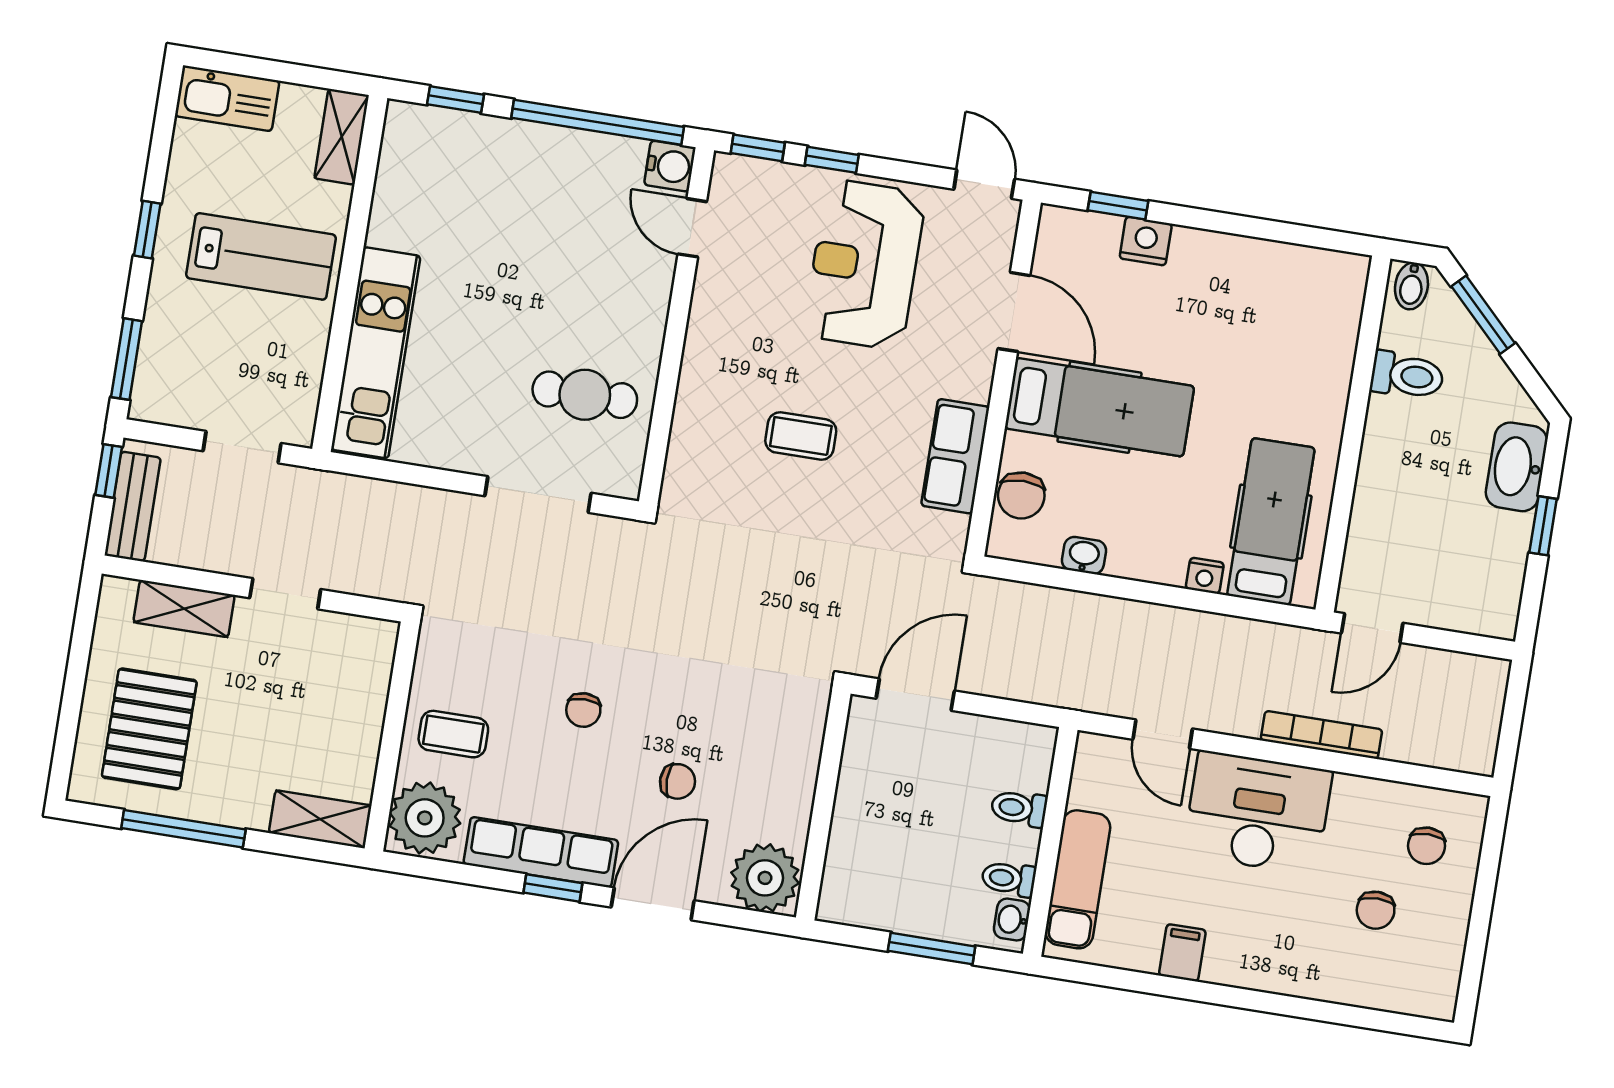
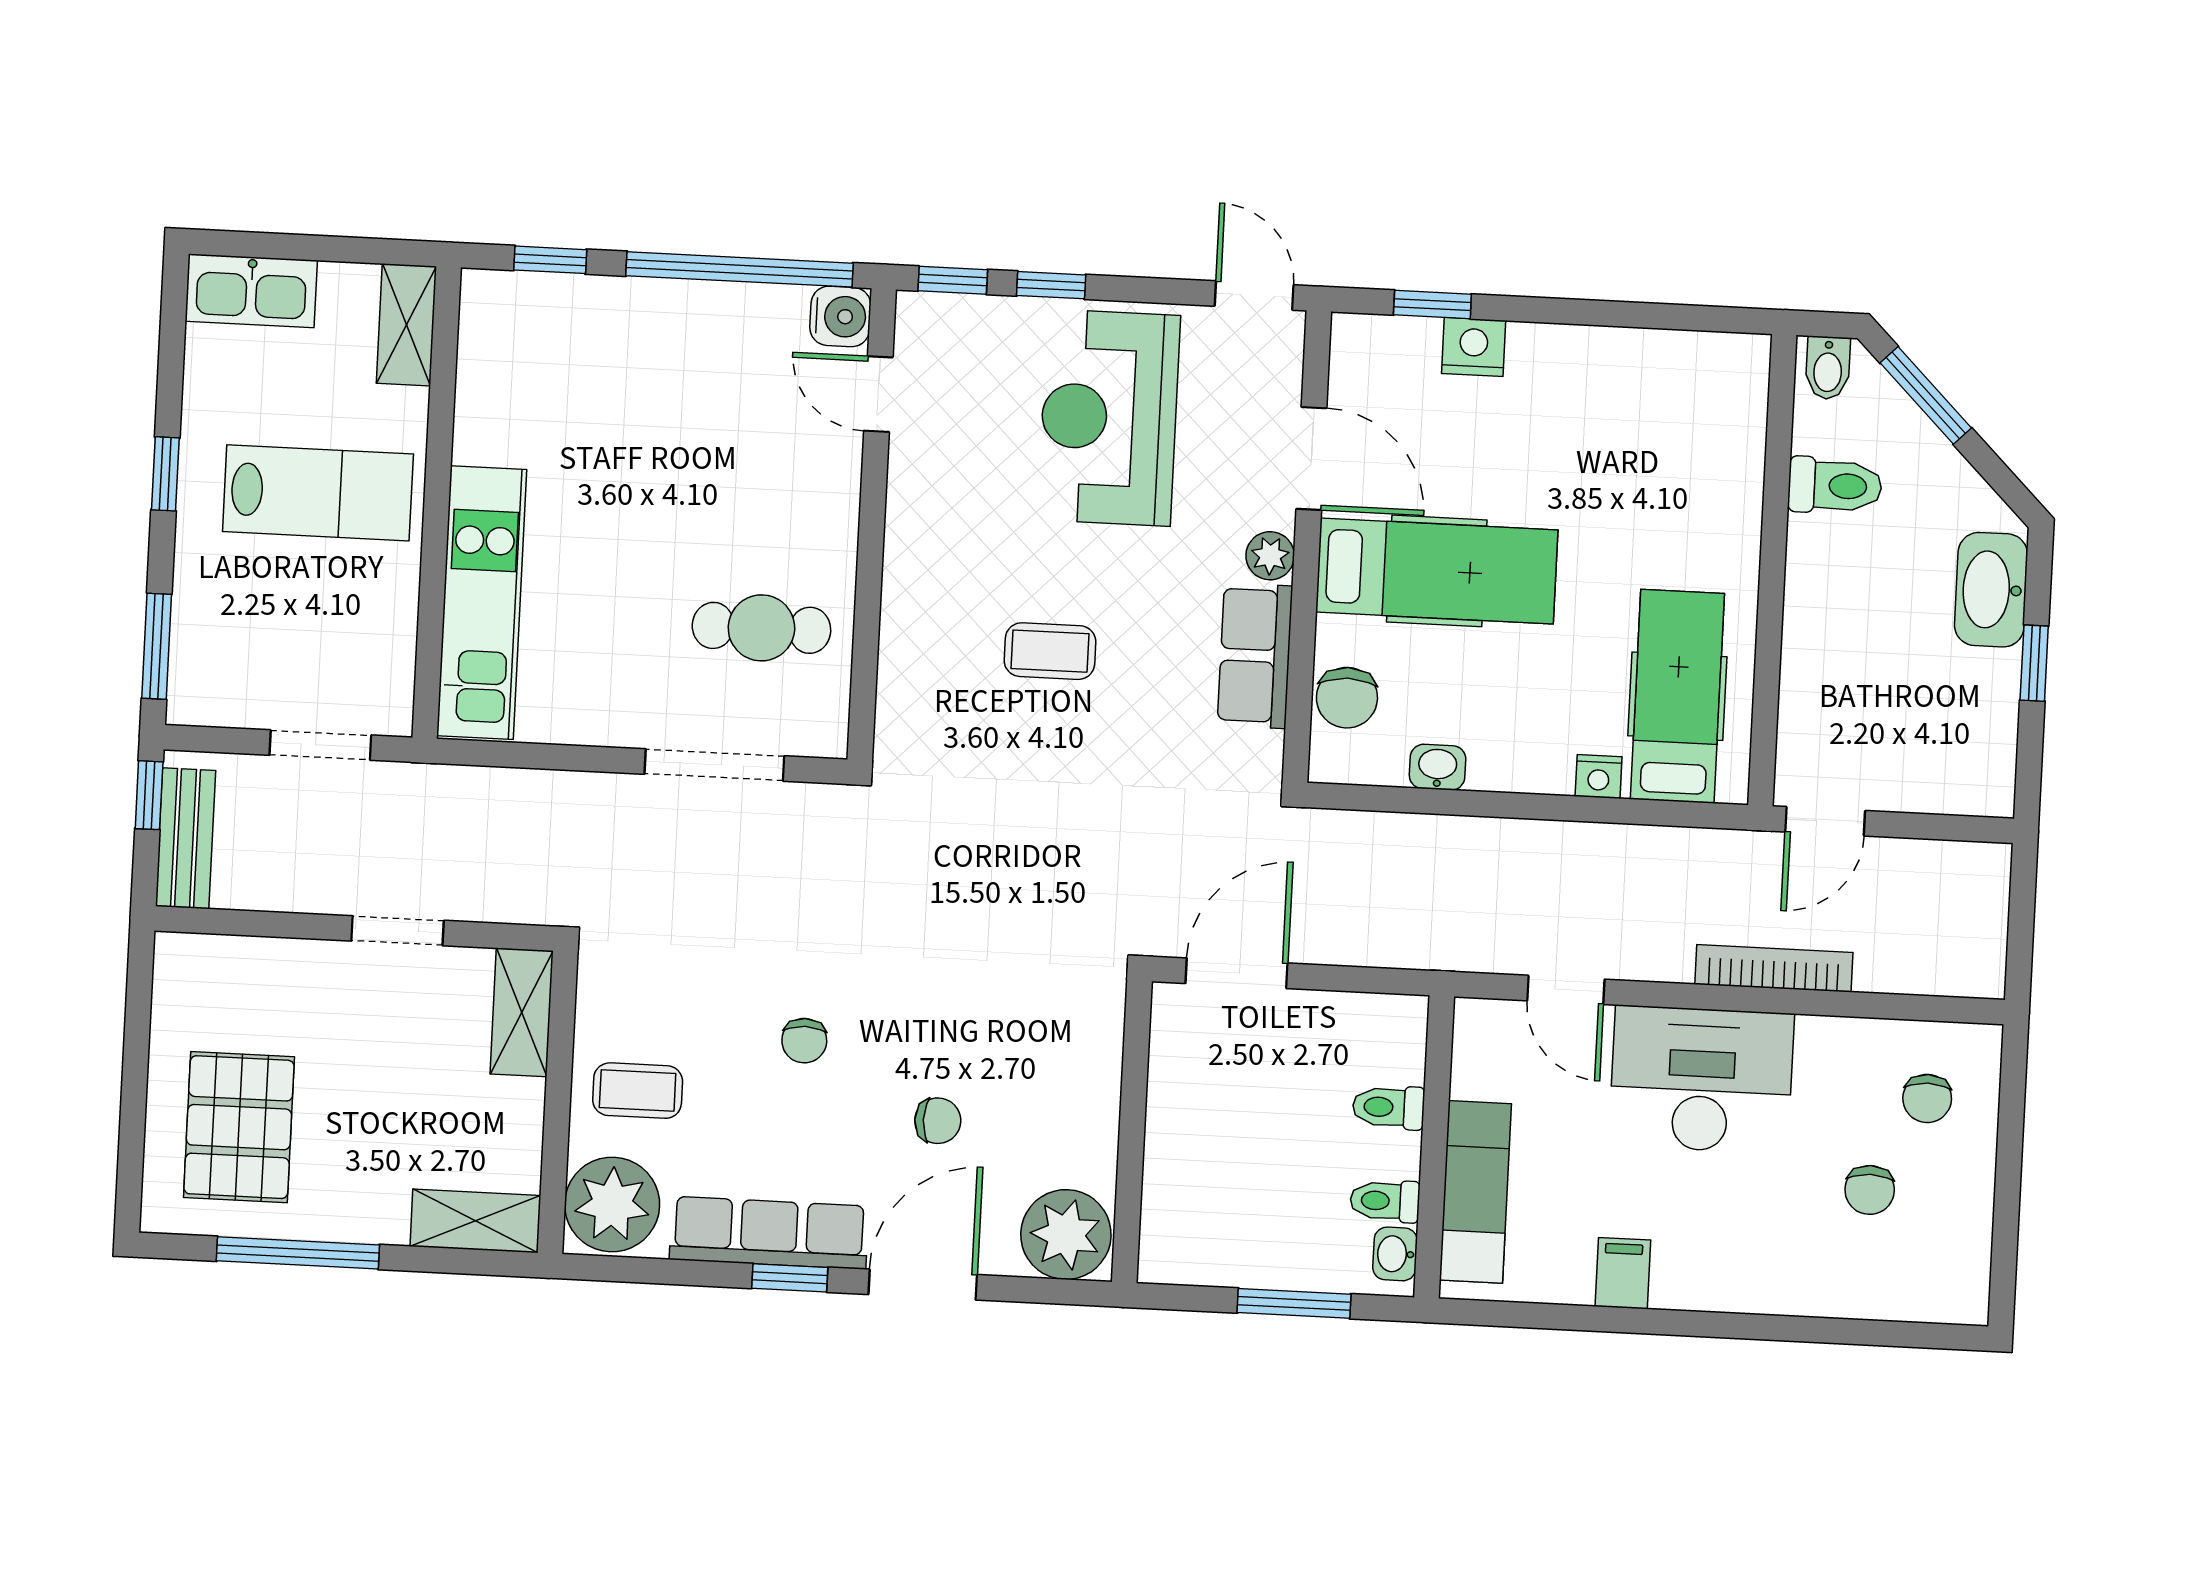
plant: (975, 382) -> (1270, 556), added
shelving: (184, 609) -> (522, 1012), moved, turned 90

